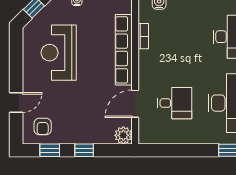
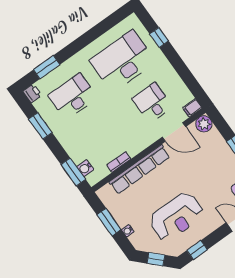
window: (16, 50) -> (197, 250), added
filing cabinet: (145, 135) -> (192, 108), added

